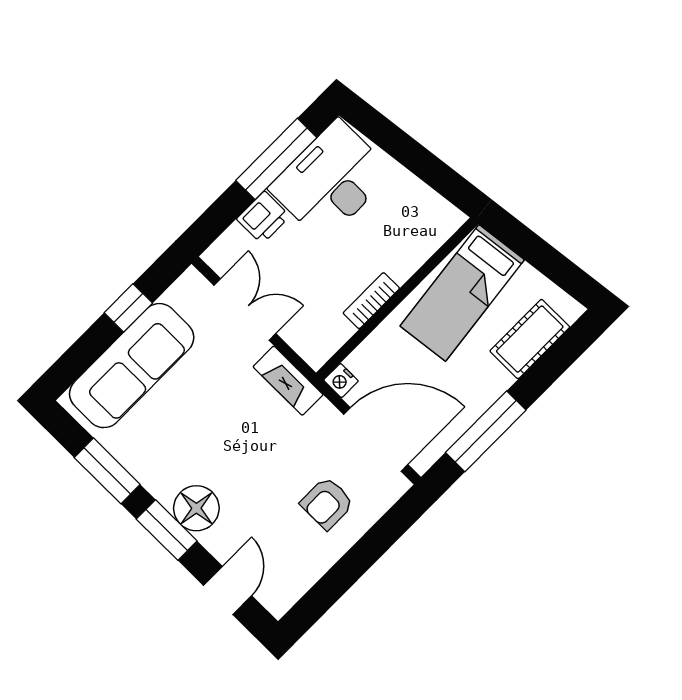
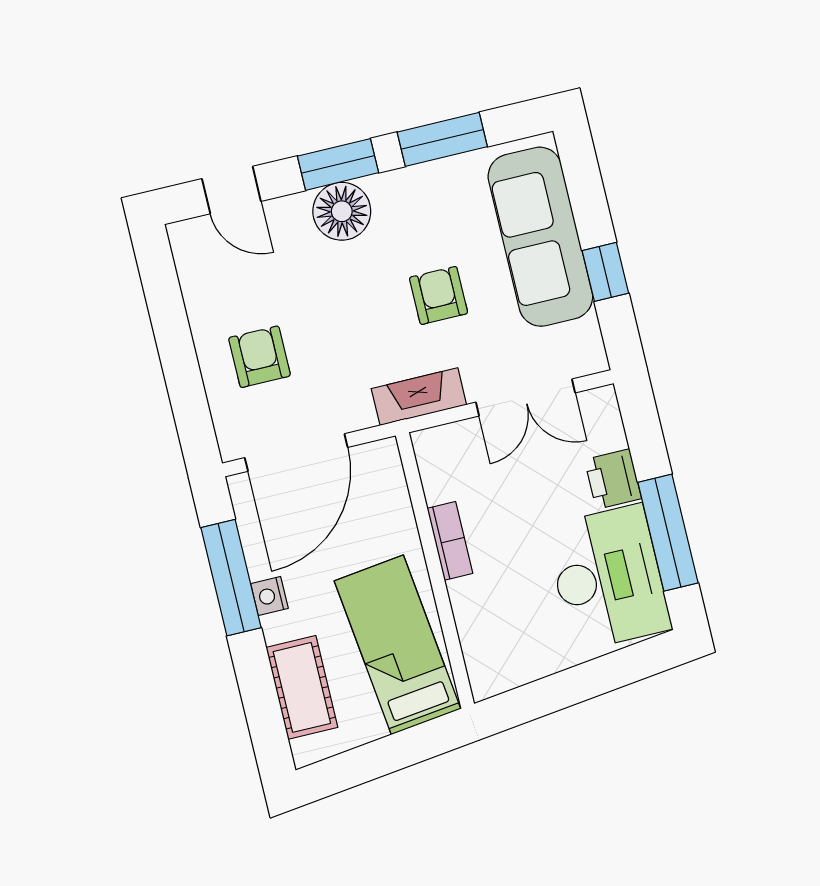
nightstand: (341, 381) -> (269, 596), moved, turned -90
armchair: (213, 409) -> (439, 295), added

